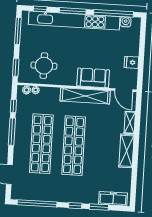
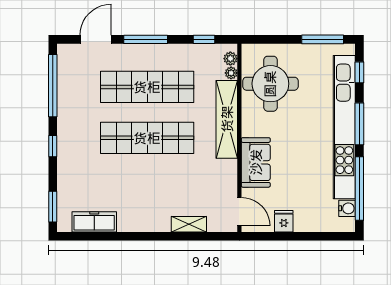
round table: (44, 66) -> (270, 84), width x1.36, depth x1.36
window: (16, 67) -> (265, 39), removed
door: (124, 90) -> (239, 212), swing flipped
shelving: (85, 96) -> (227, 119), moved
window: (12, 132) -> (146, 39), moved
shelving: (126, 151) -> (144, 222), removed
freezer: (113, 199) -> (94, 222), moved, turned -90
window: (99, 207) -> (53, 207), moved

